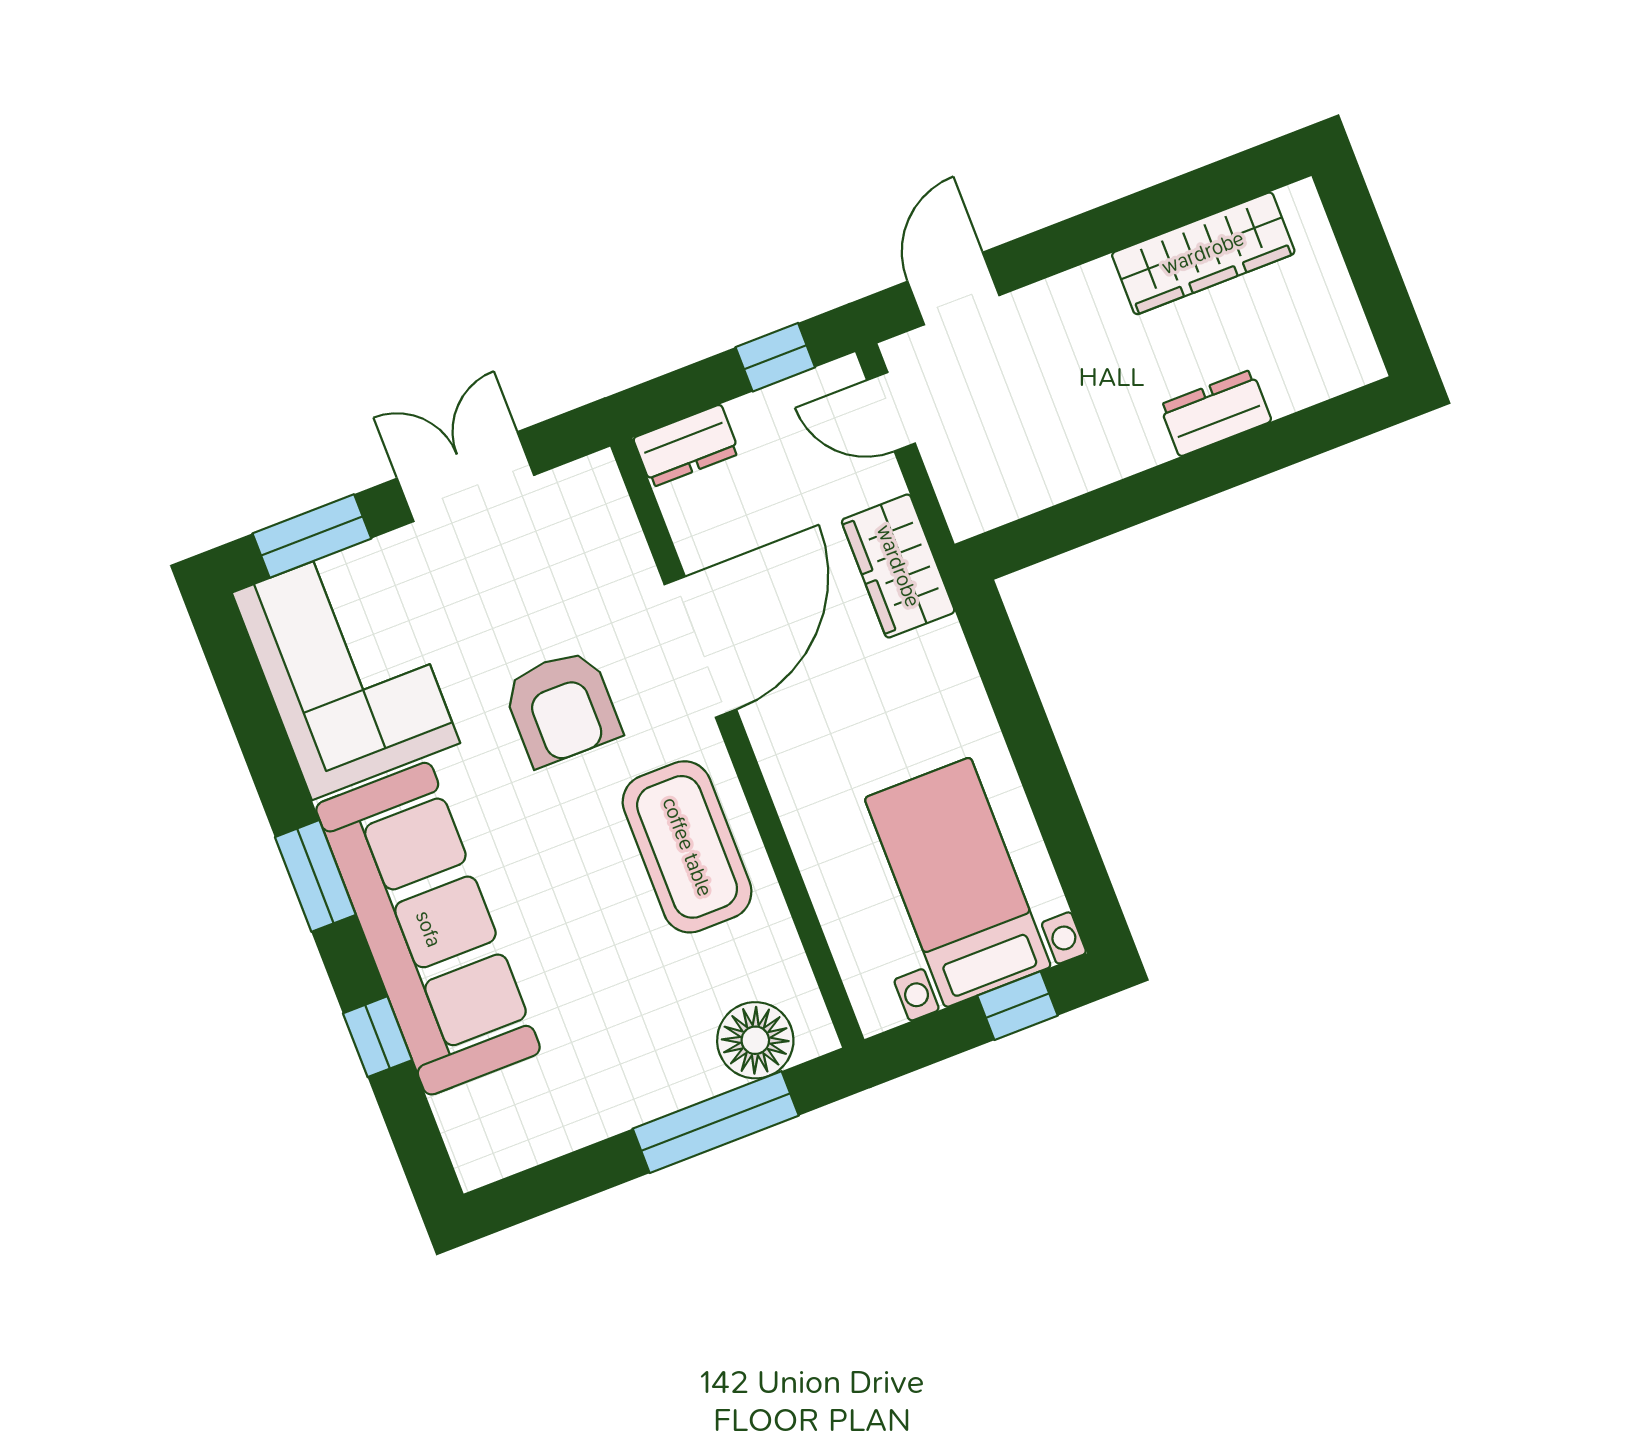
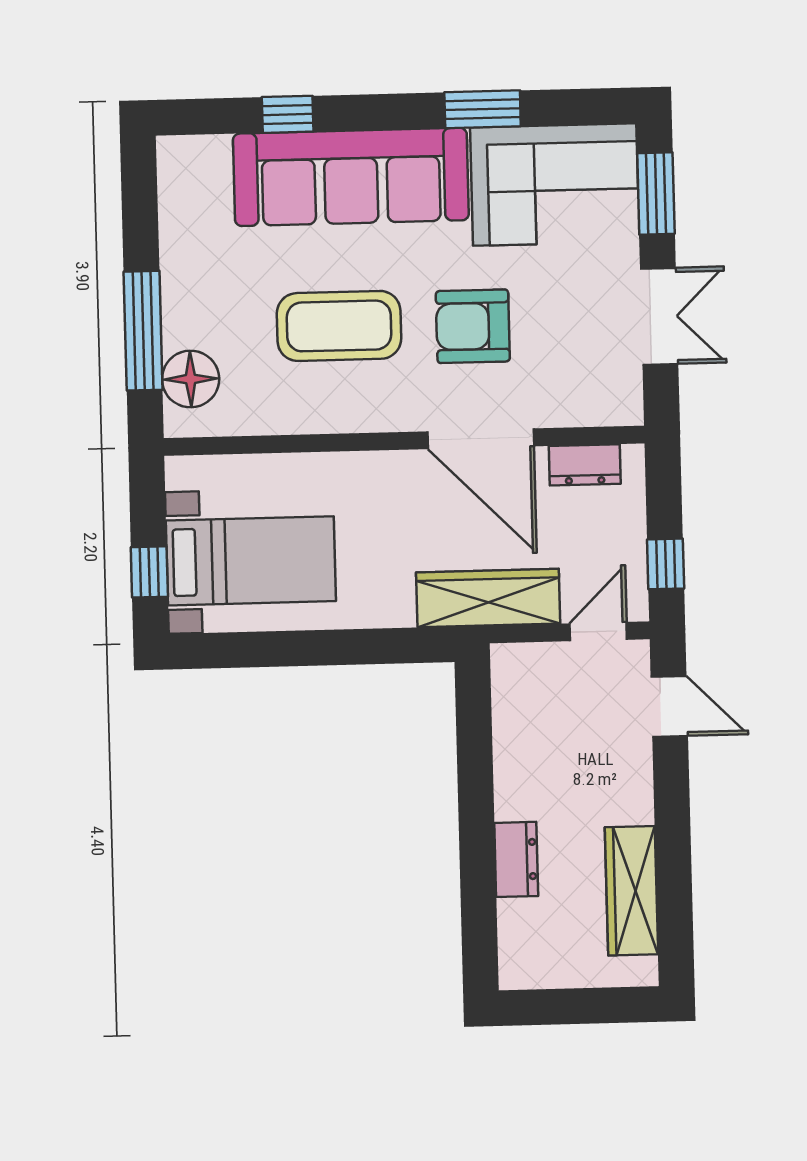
dresser: (686, 446) -> (585, 465), moved, turned -90
wardrobe: (898, 566) -> (488, 598), width x1.50
coffee table: (687, 847) -> (339, 326), moved
window: (315, 876) -> (483, 109), moved

